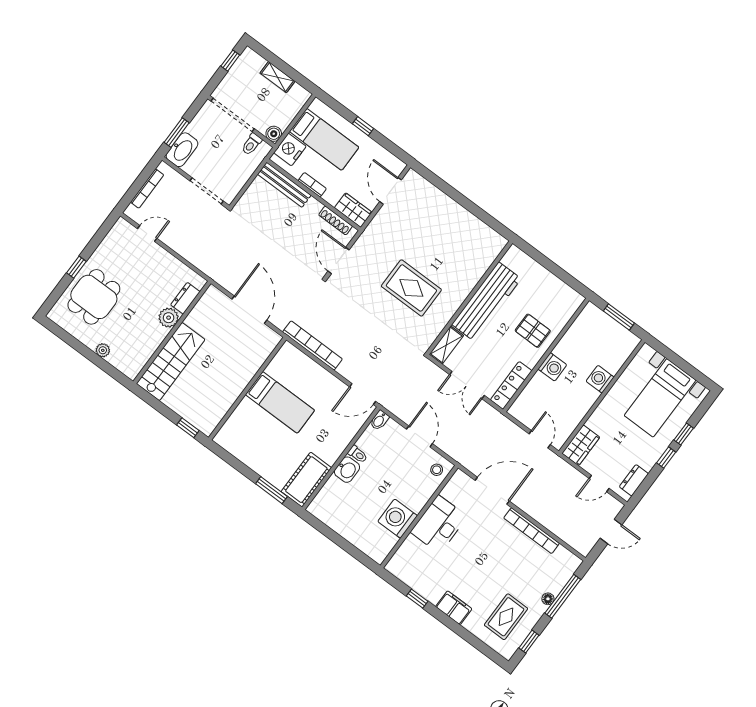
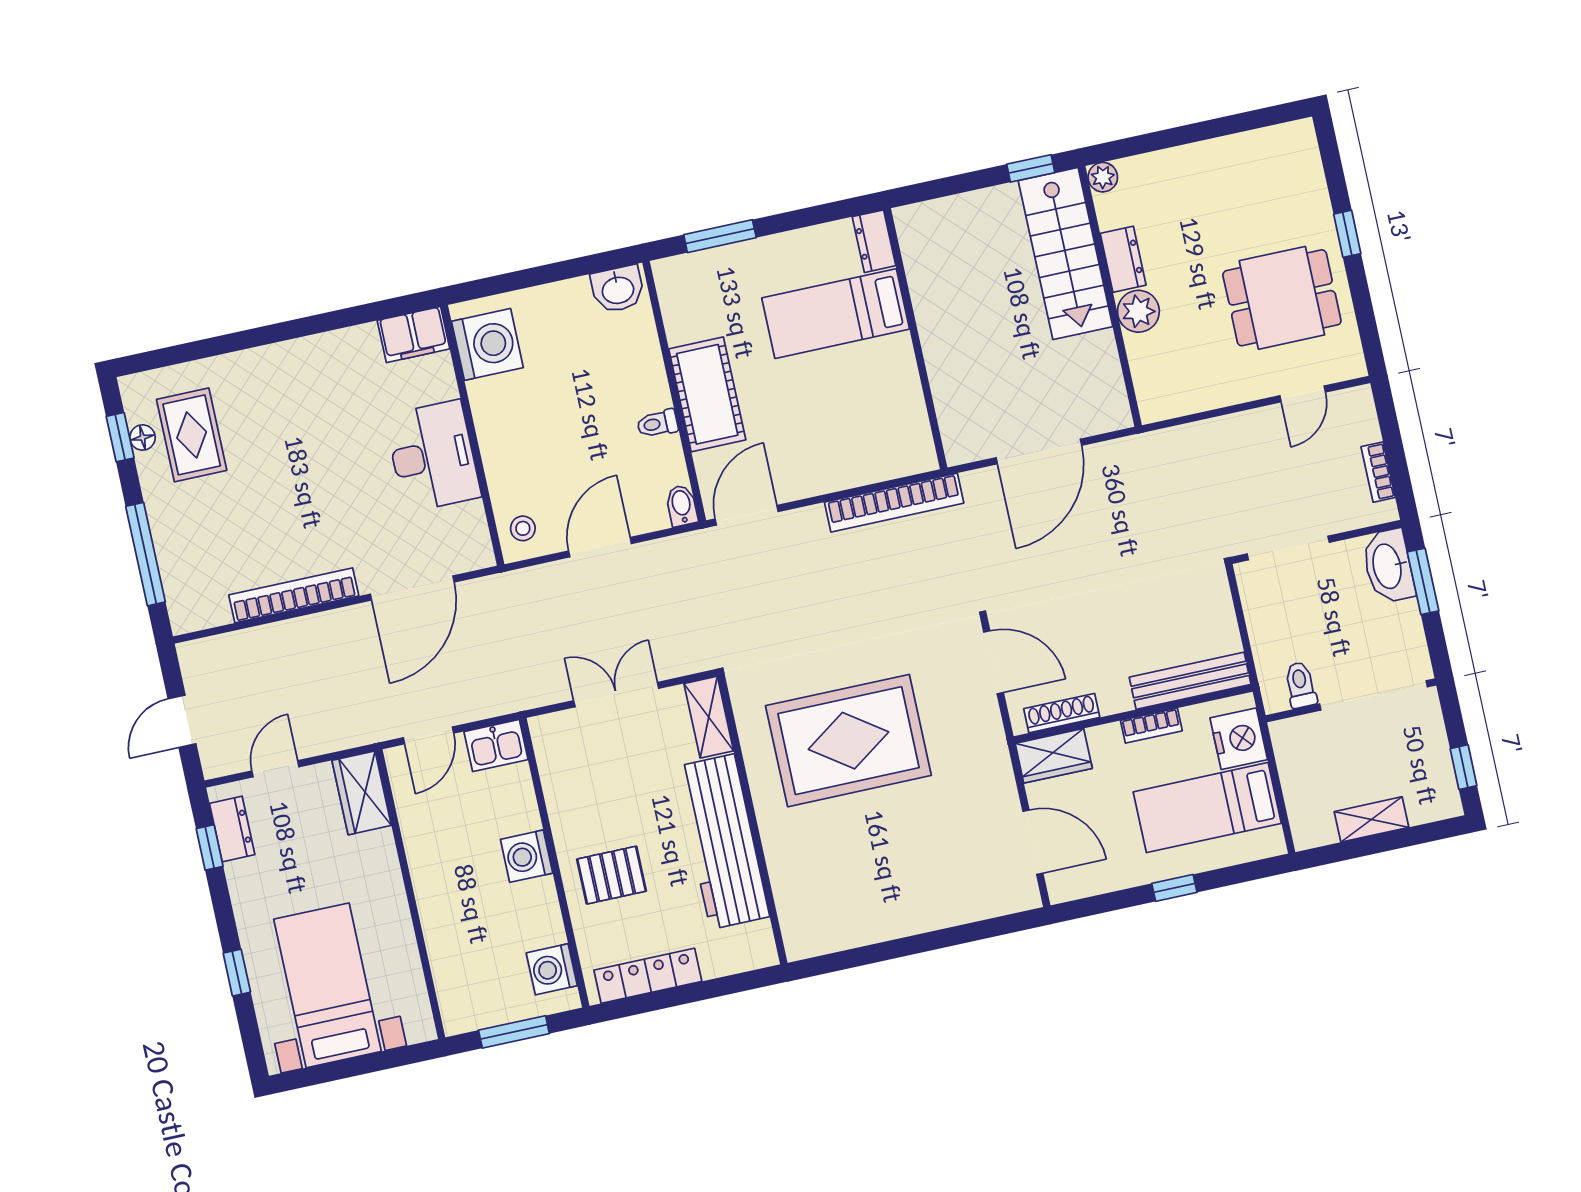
boiler: (274, 134) -> (1286, 735), removed
bookcase: (147, 188) -> (1378, 472), width x0.64
rug: (411, 288) -> (848, 741), width x1.37, depth x1.44
dining table: (94, 297) -> (1282, 298), moved, turned 90
dresser: (185, 298) -> (1123, 259), moved
door: (249, 310) -> (1039, 451), hinge flipped
plant: (103, 350) -> (1103, 177), moved
washing machine: (600, 379) -> (552, 969), moved, turned 180
locker: (511, 385) -> (648, 976), moved, turned -90
bed: (280, 402) -> (836, 314), moved
kitchen sink: (522, 412) -> (496, 746), added
window: (188, 428) -> (1031, 168), moved
dresser: (226, 434) -> (874, 241), added
door: (419, 436) -> (600, 547), swing flipped
door: (540, 439) -> (428, 735), hinge flipped
window: (666, 457) -> (210, 847), moved
washbasin: (347, 470) -> (618, 289), moved, turned -90
cot: (306, 480) -> (707, 394), moved
washing machine: (398, 519) -> (487, 344), moved
window: (417, 599) -> (344, 318), removed
floor lamp: (548, 599) -> (143, 438), moved
filing cabinet: (454, 608) -> (413, 335), moved

